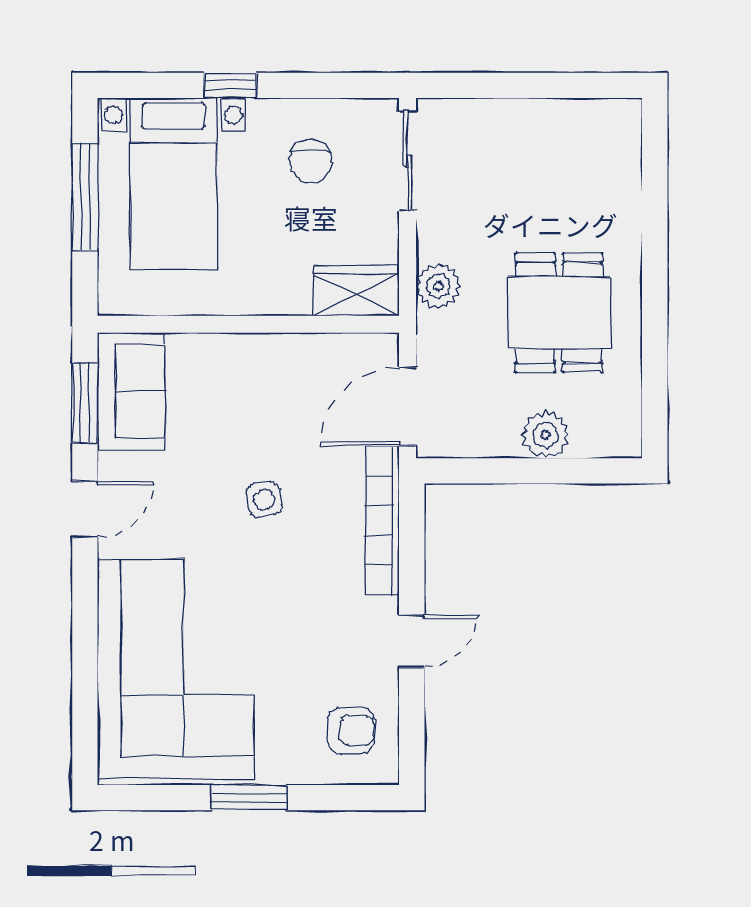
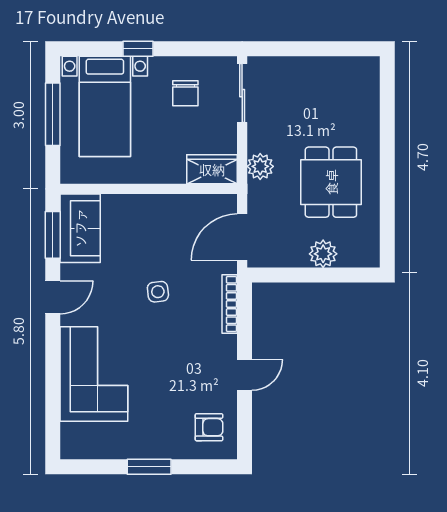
bookcase: (382, 520) -> (230, 304), width x0.68, depth x0.76
corner sofa: (176, 669) -> (94, 374), width x0.73, depth x0.74

